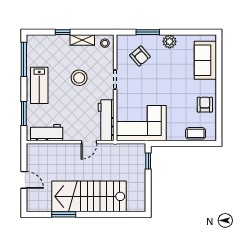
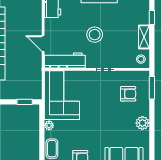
window: (148, 32) -> (152, 88), moved
armchair: (140, 56) -> (128, 94), turned -140
stool: (79, 78) -> (95, 35), moved
plant: (172, 136) -> (49, 125), added

